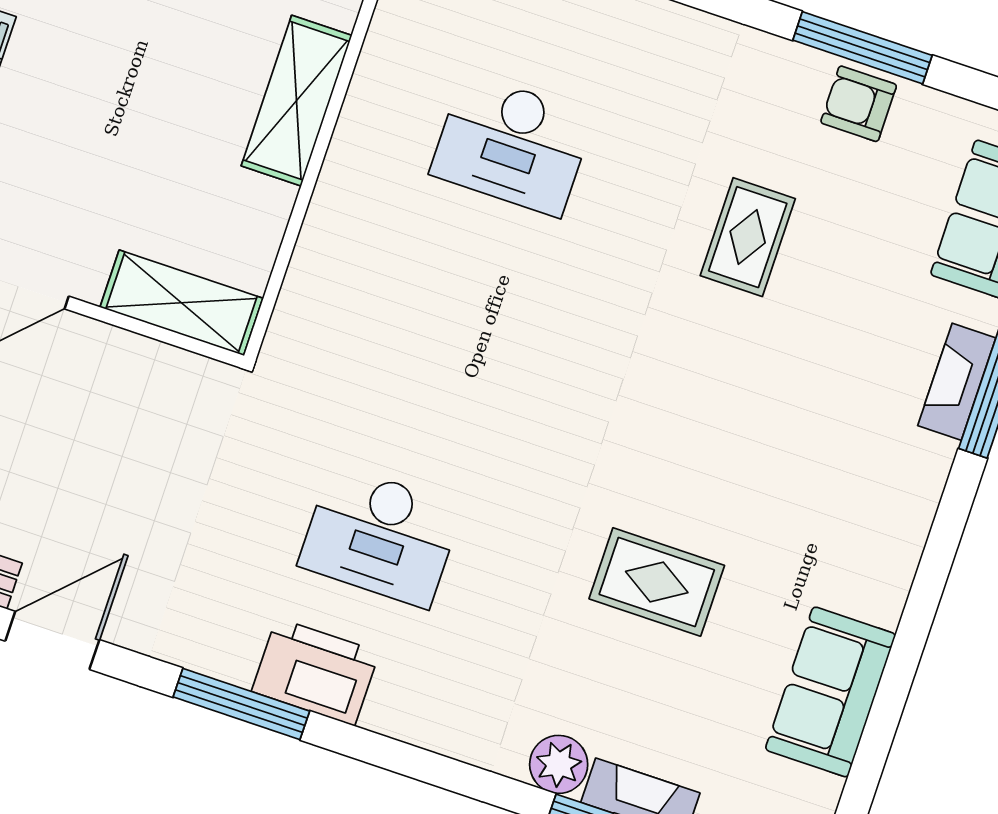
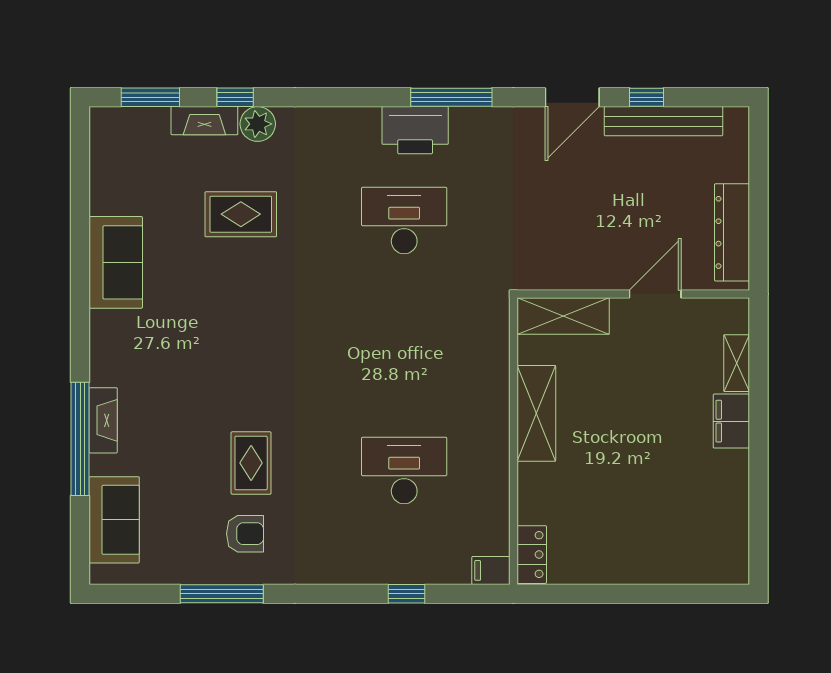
shelving: (296, 101) -> (536, 413), moved
armchair: (859, 104) -> (245, 534), moved
rug: (657, 582) -> (241, 214), moved
sofa: (830, 692) -> (116, 262), moved

